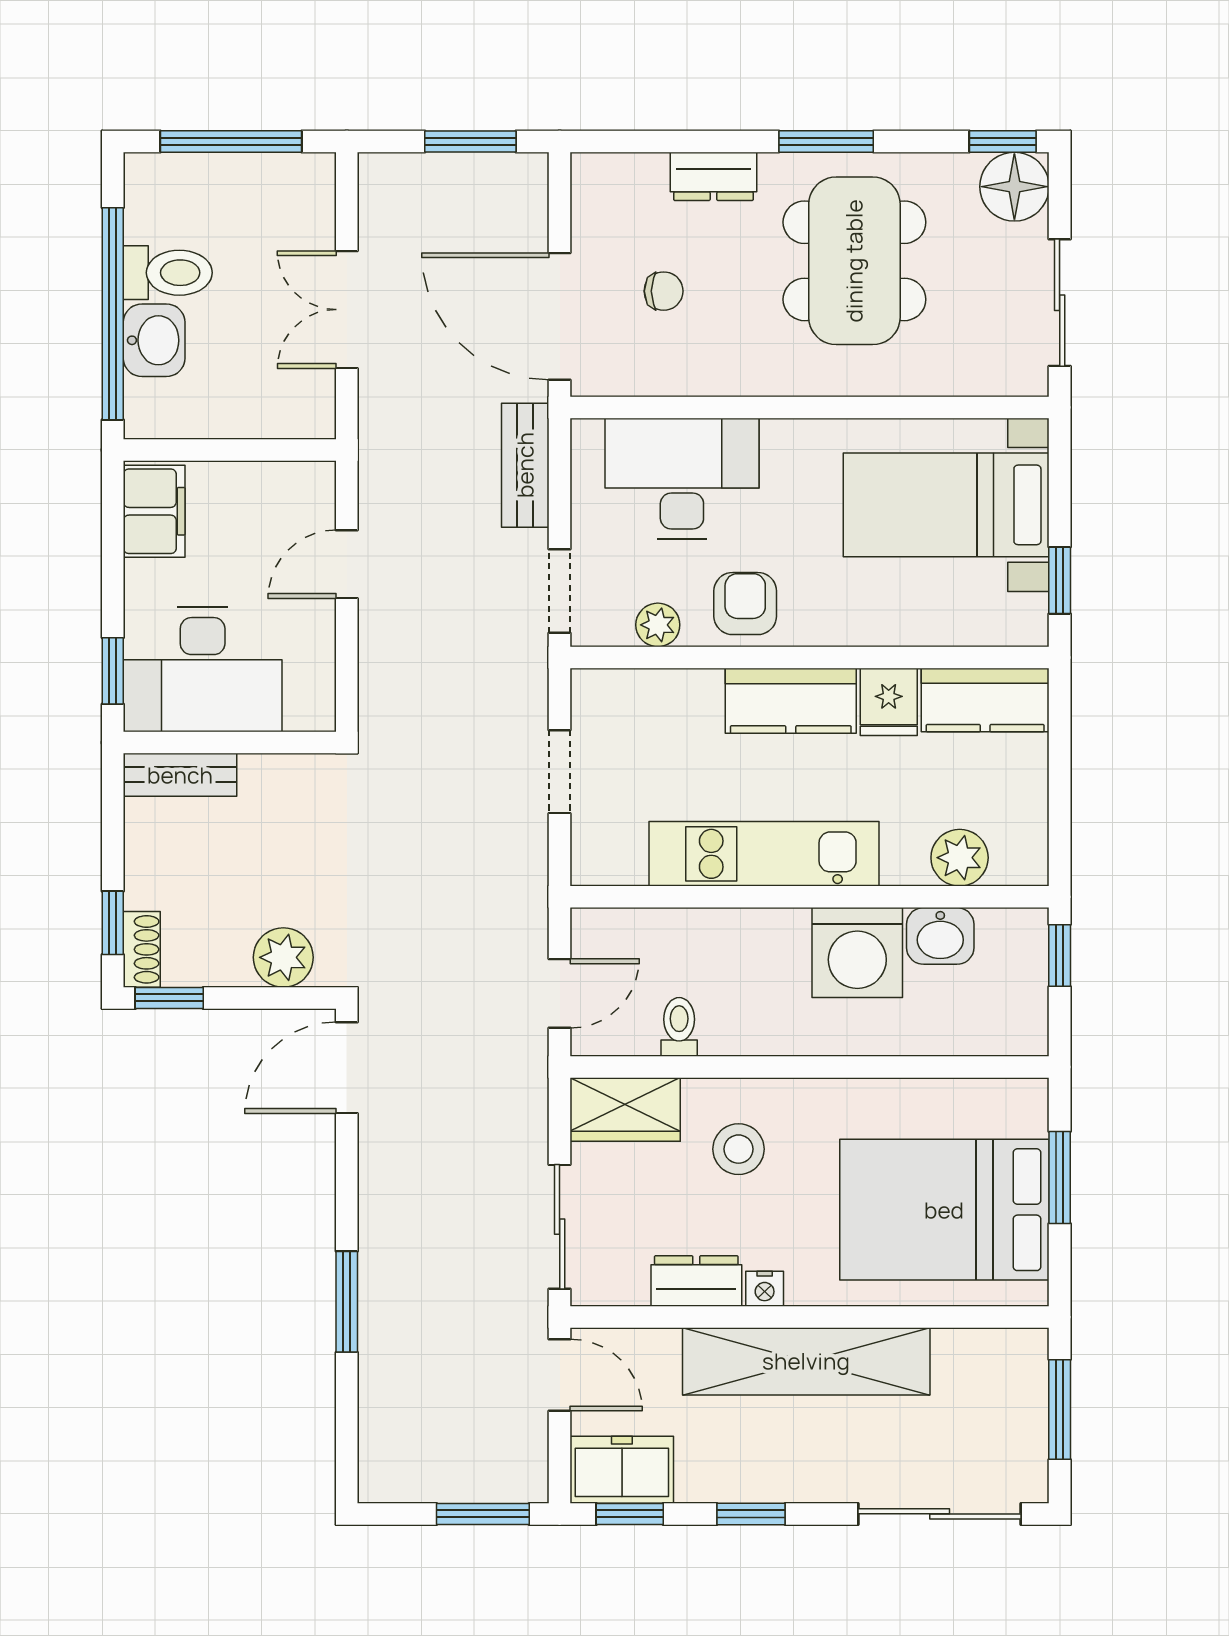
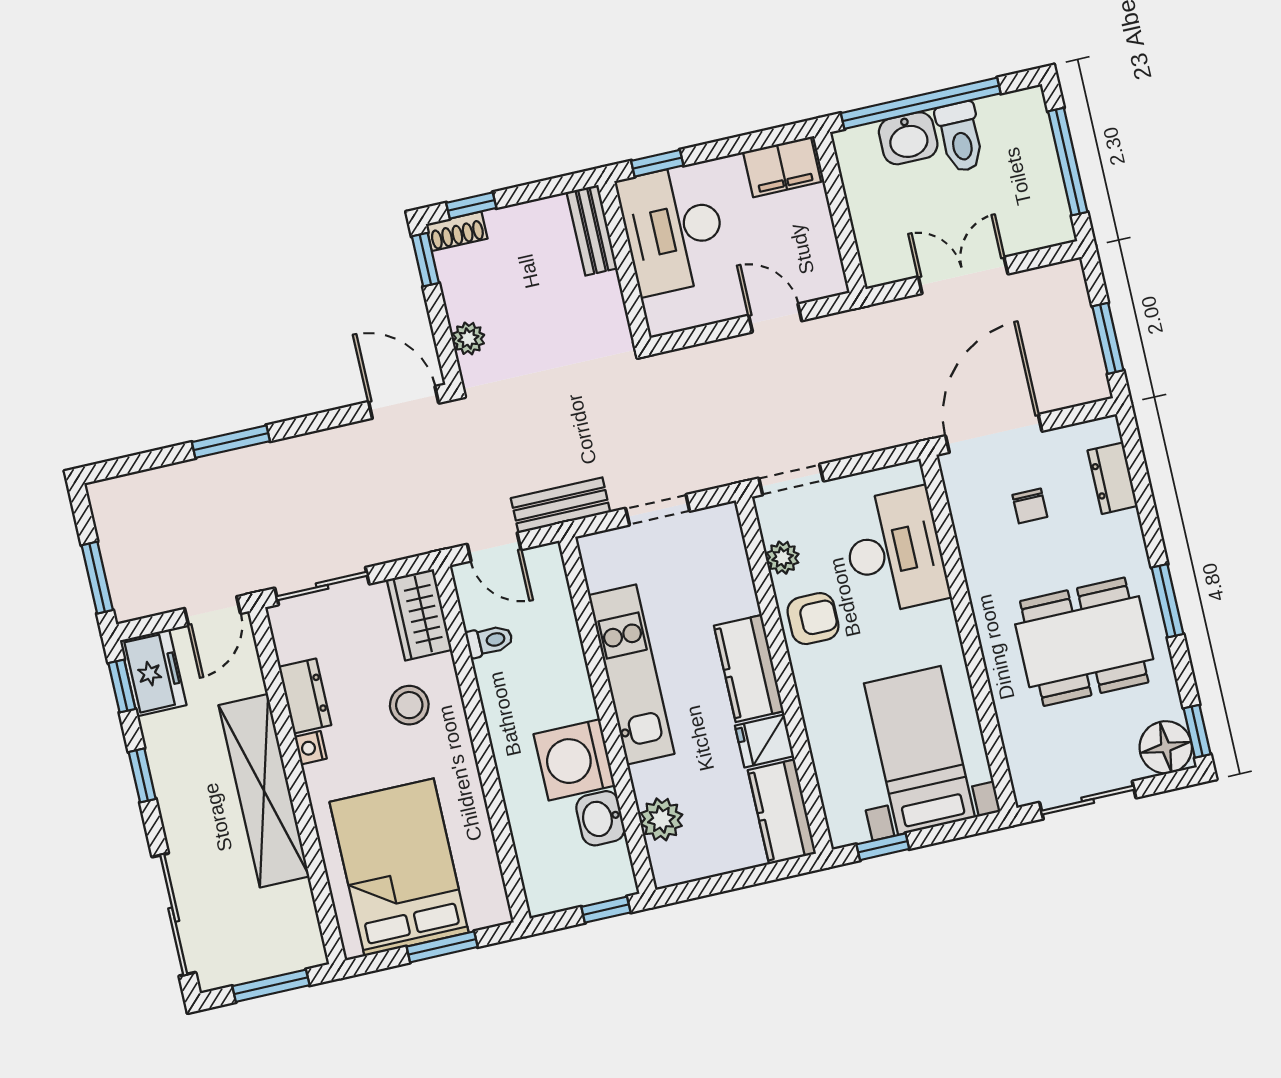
dresser: (713, 176) -> (1113, 478), moved
bench: (525, 465) -> (561, 505), moved
plant: (283, 957) -> (468, 338), width x0.73, depth x0.73

